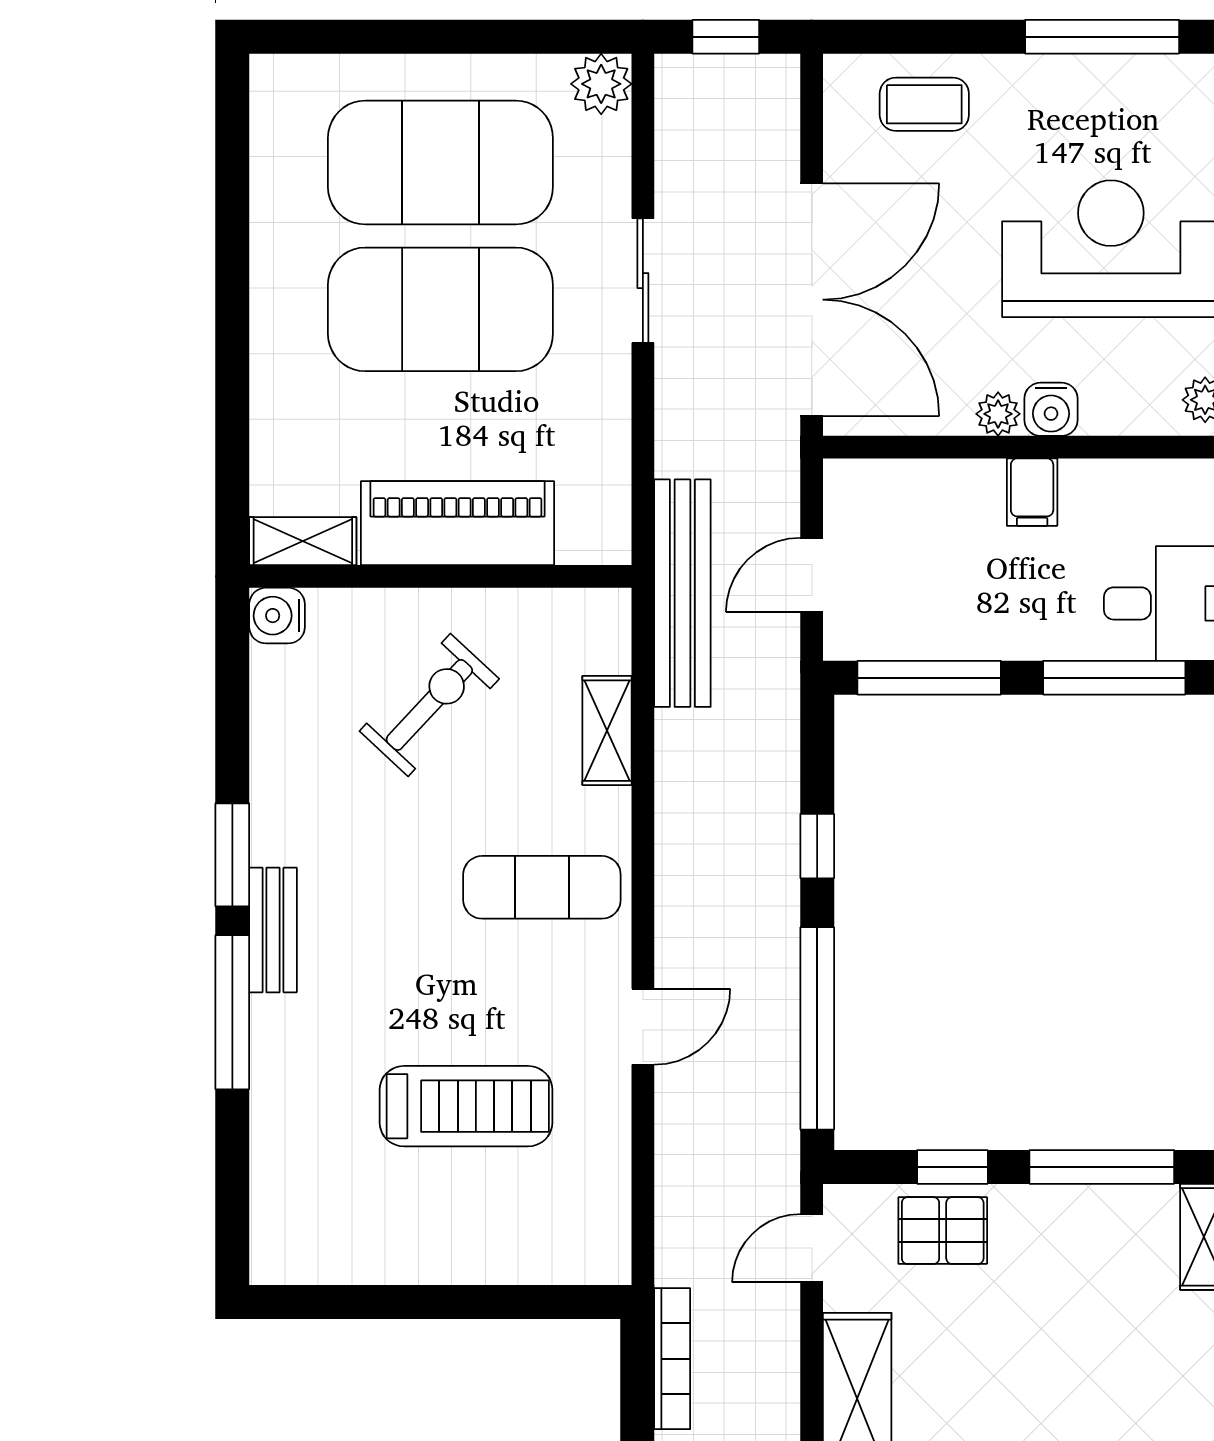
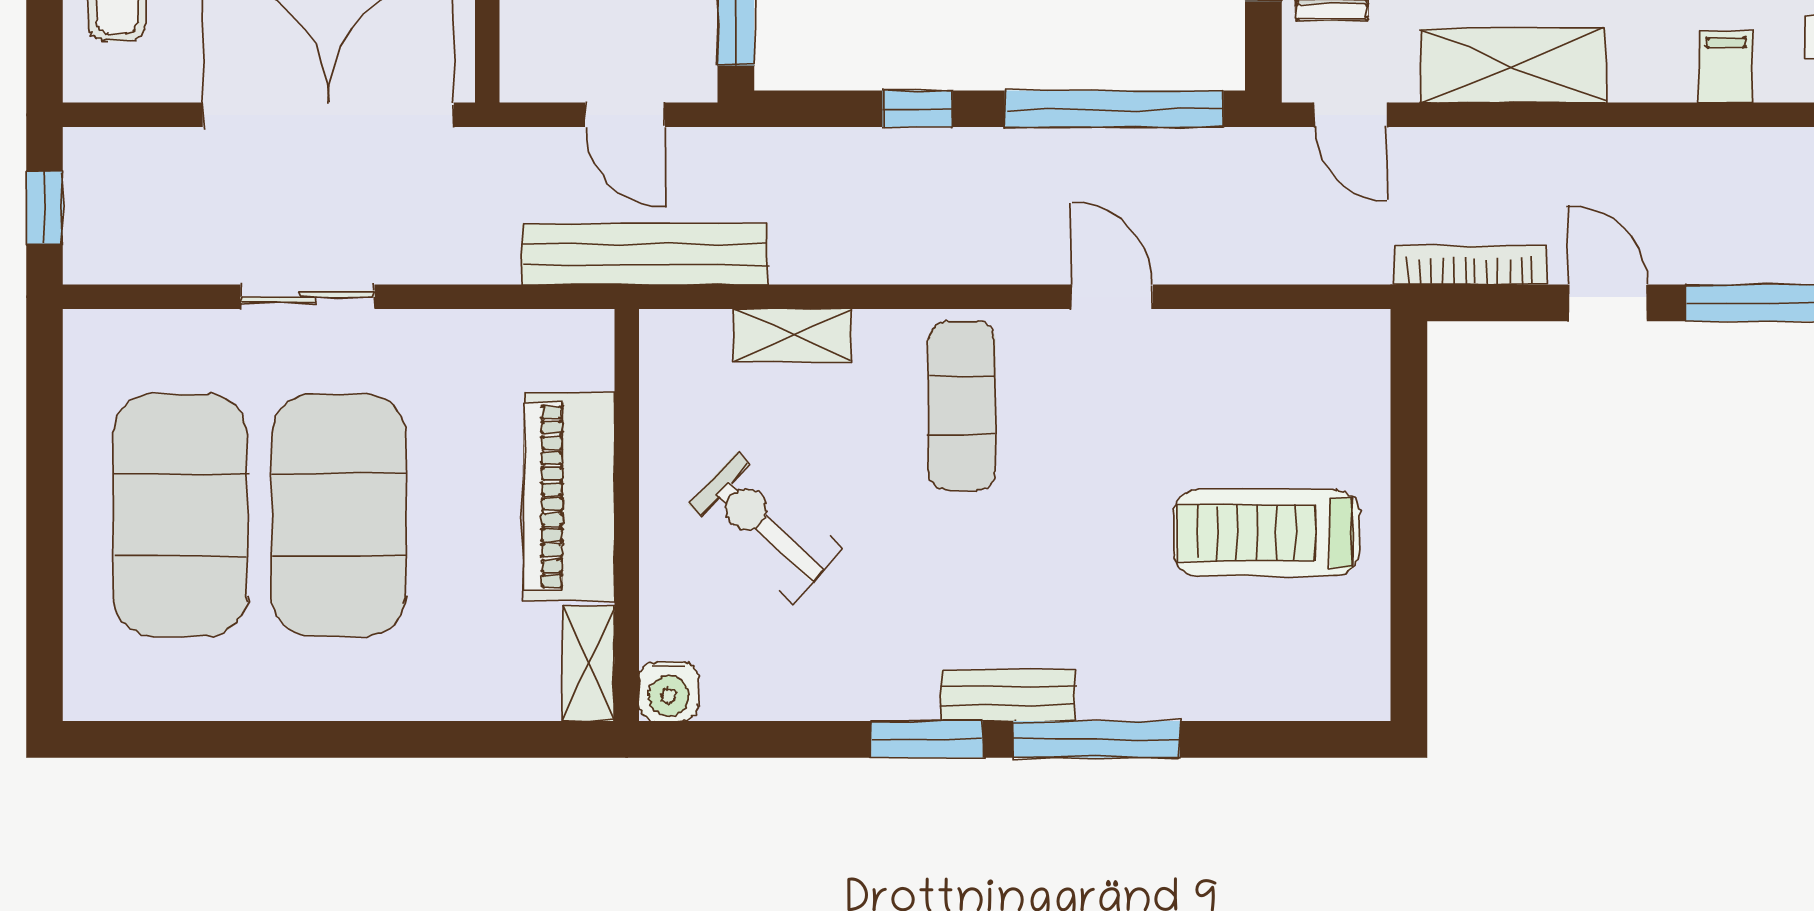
plant: (601, 84) -> (96, 342), removed
treadmill: (466, 1106) -> (1267, 533), moved, turned -90

